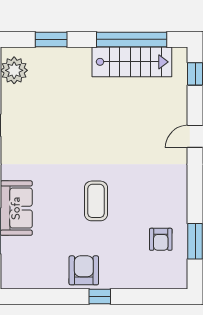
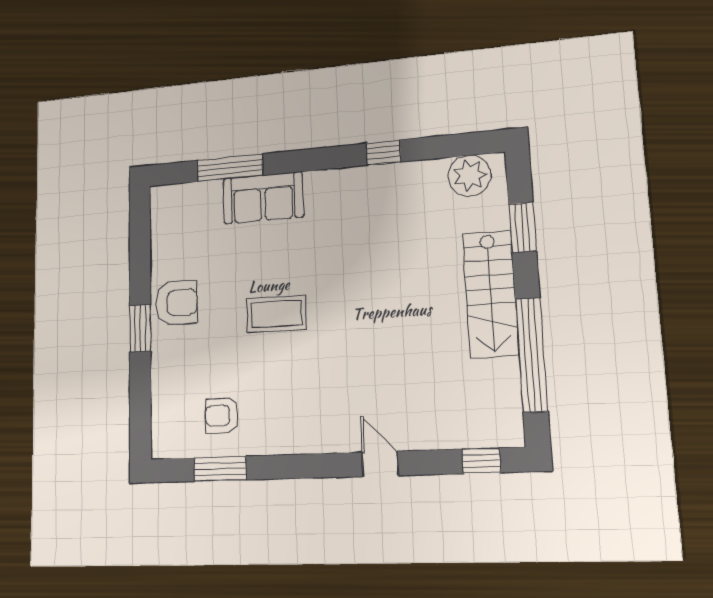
stairs: (132, 62) -> (491, 294), moved
window: (100, 296) -> (140, 328), width x1.50

